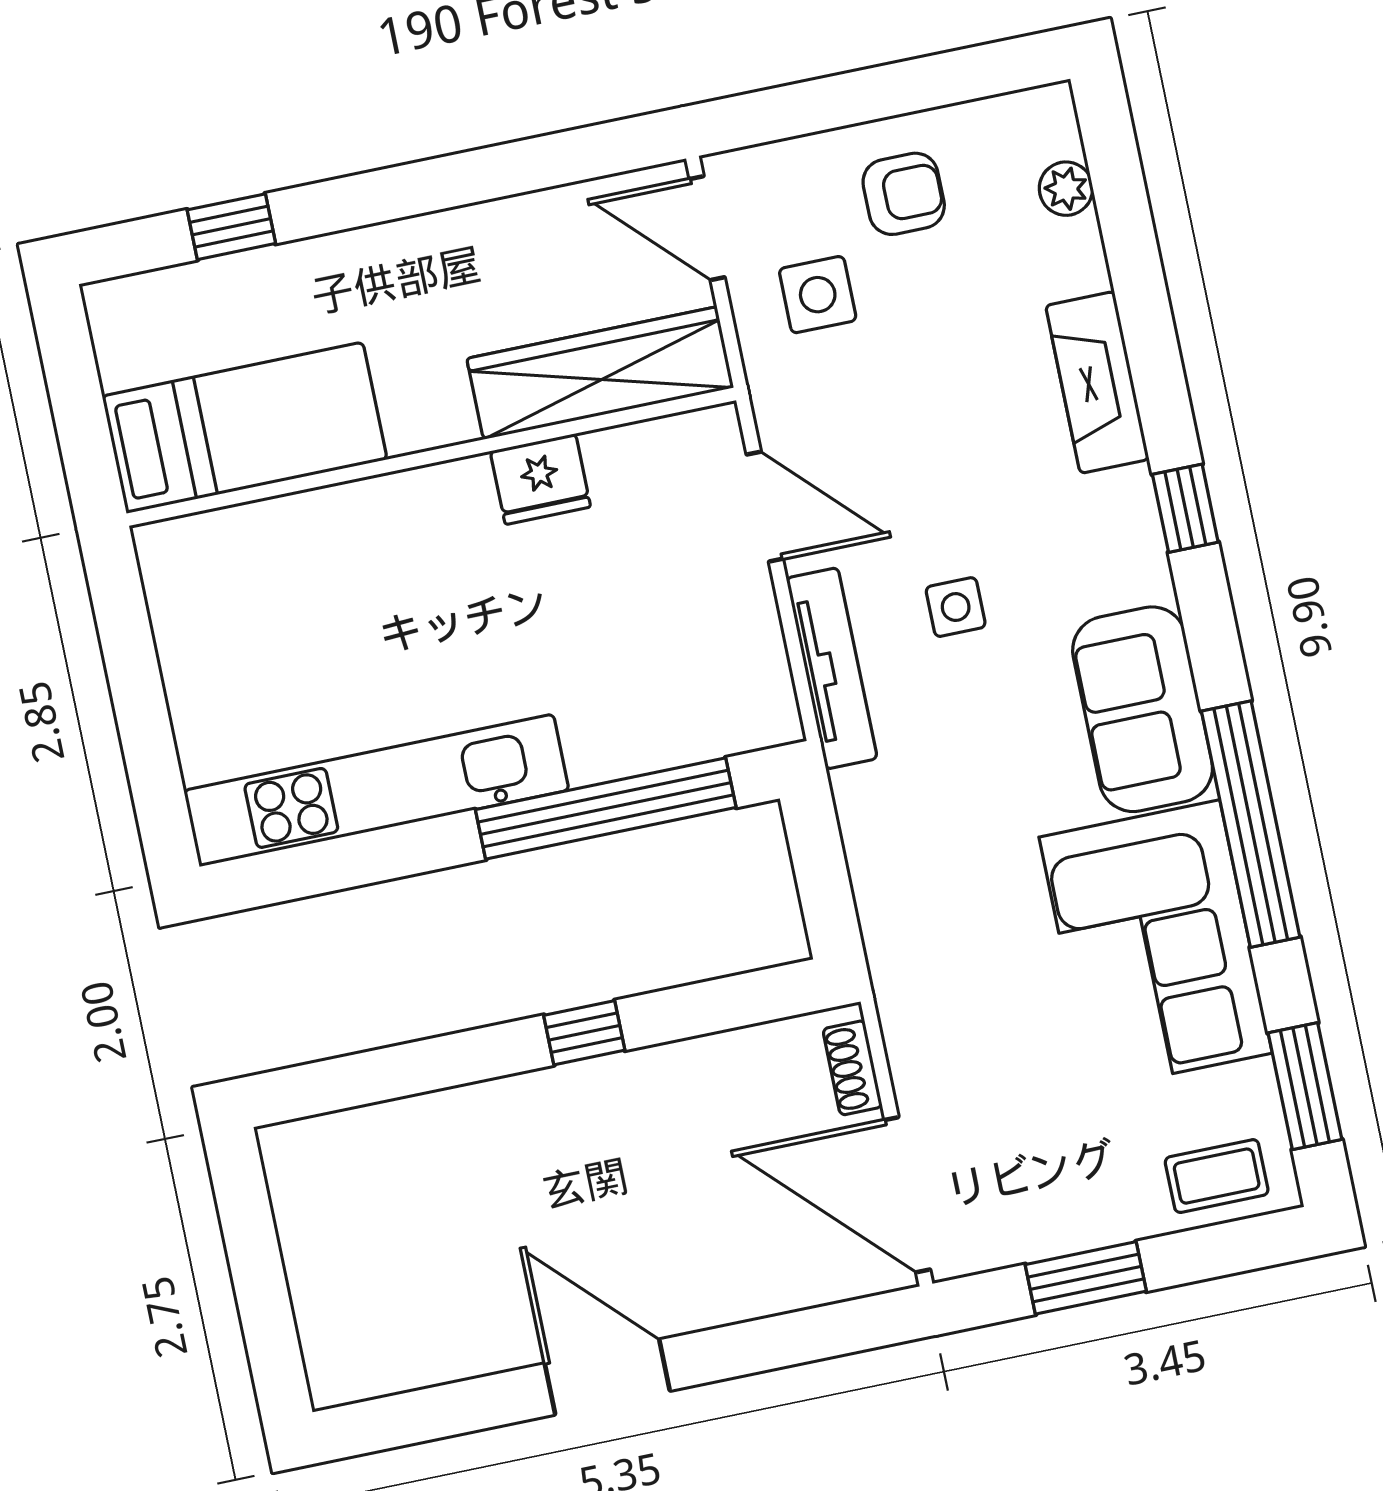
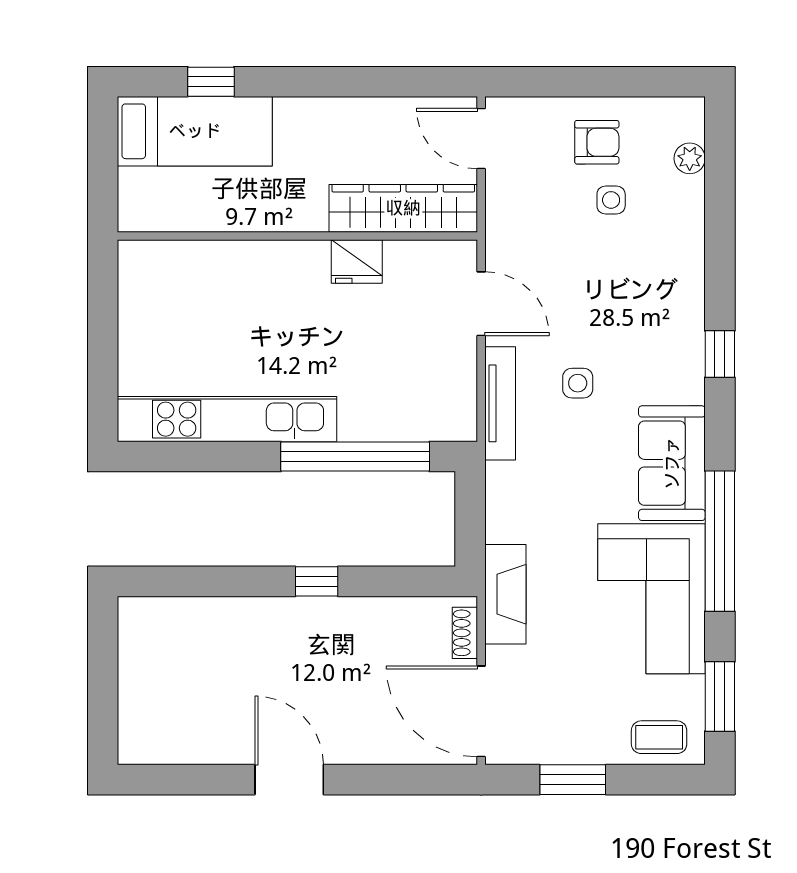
side table: (818, 295) -> (611, 200), moved, width x0.73, depth x0.73
fireplace: (1097, 382) -> (505, 594), moved, turned 180
bed: (245, 428) -> (195, 131), moved

